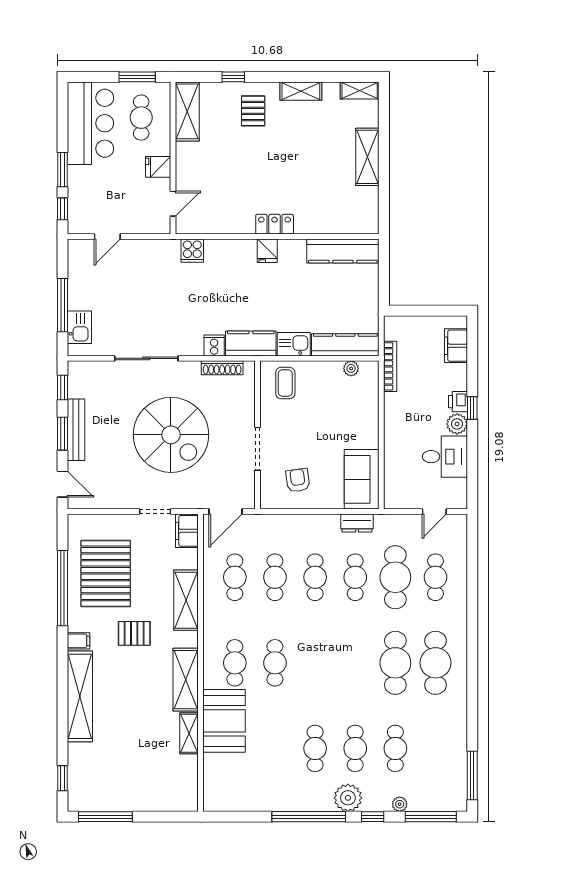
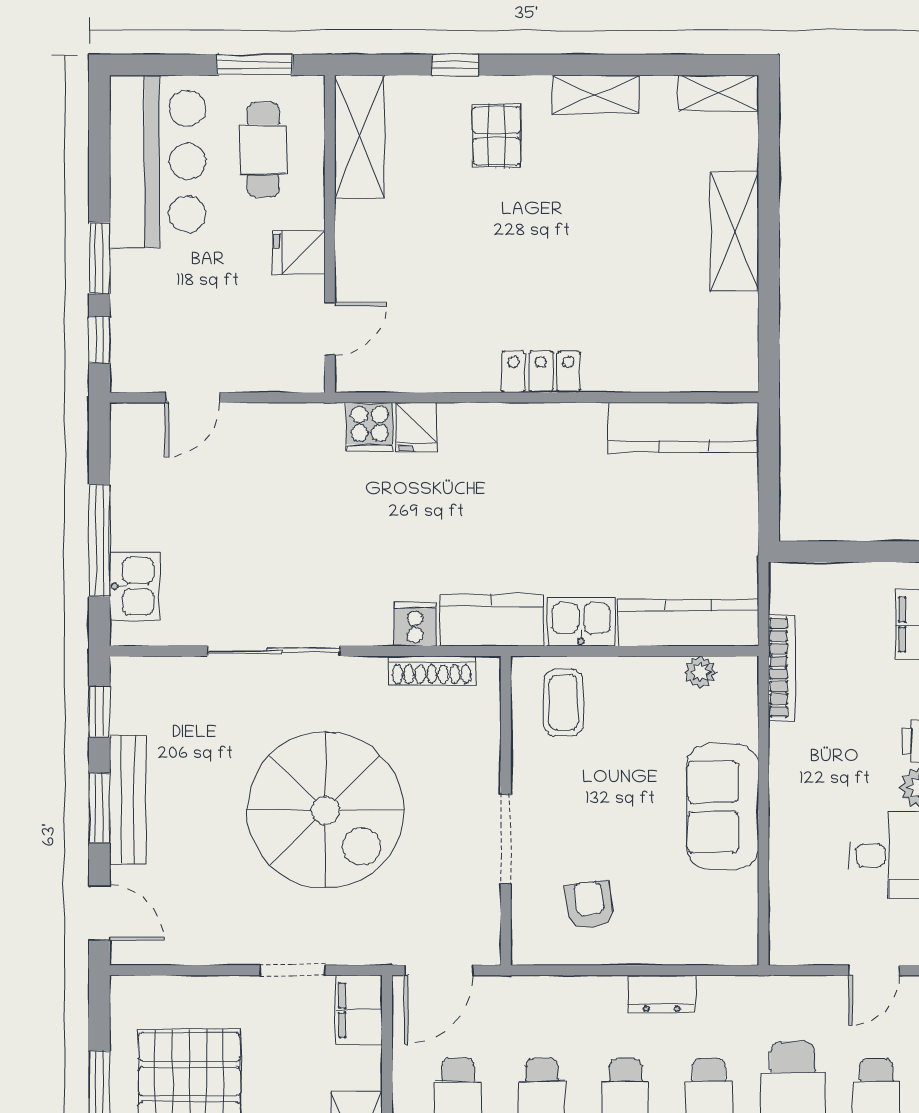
fridge: (267, 251) -> (417, 427), moved
sofa: (362, 479) -> (722, 807), moved
dresser: (357, 523) -> (662, 994), moved

